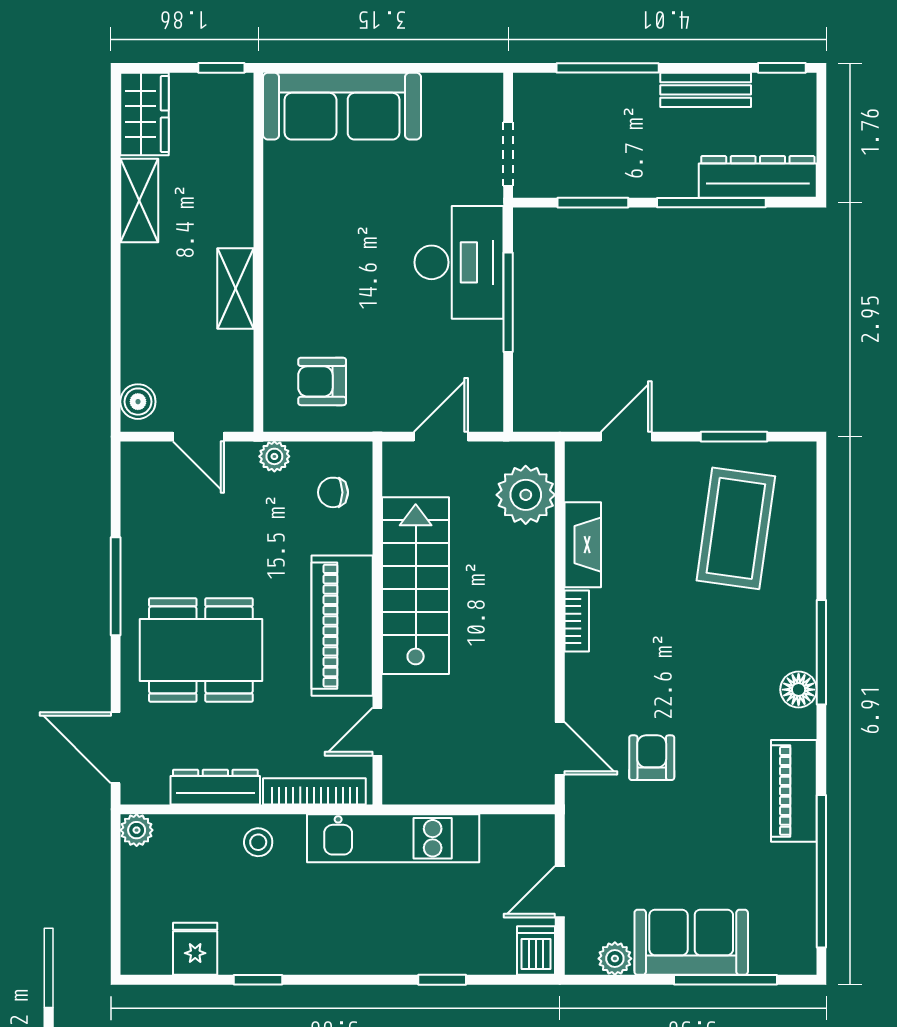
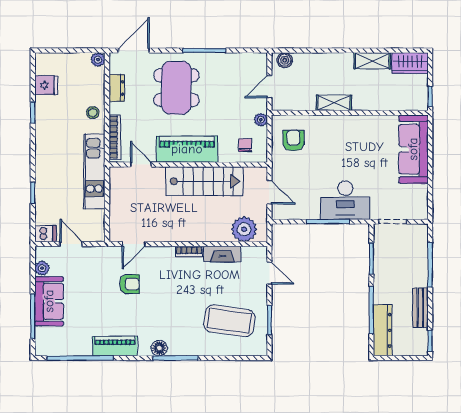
dresser: (215, 787) -> (117, 88), width x0.70

